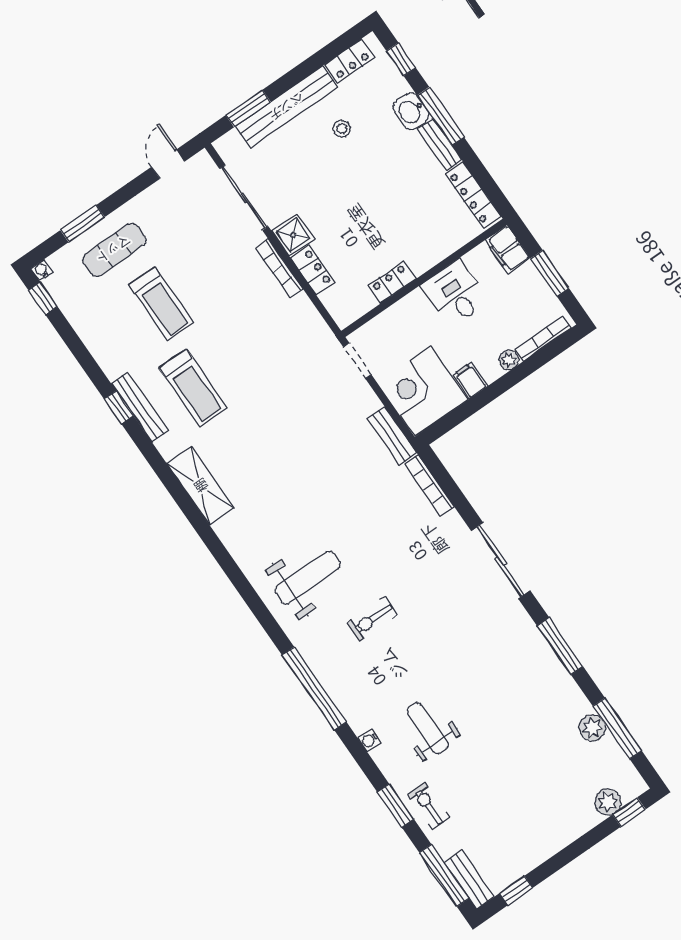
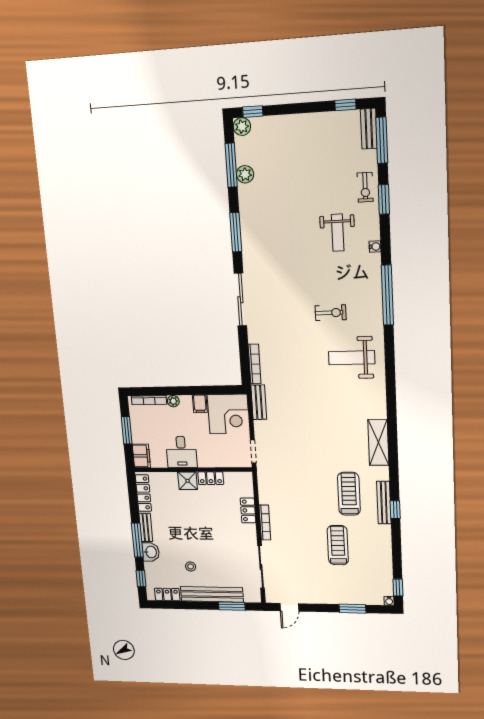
shower: (293, 235) -> (188, 481), moved
exercise mat: (114, 250) -> (345, 586), removed
plant: (608, 802) -> (242, 127), moved

